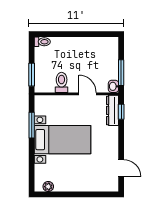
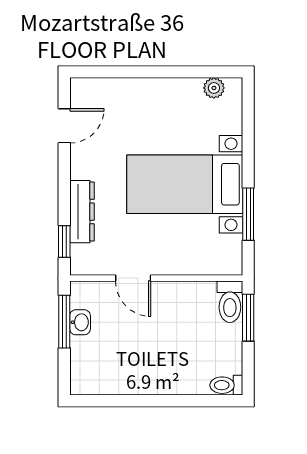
toilet: (62, 82) -> (230, 302), moved
washbasin: (113, 86) -> (80, 322), moved
dresser: (113, 110) -> (82, 212), moved
door: (121, 168) -> (64, 126), swing flipped

